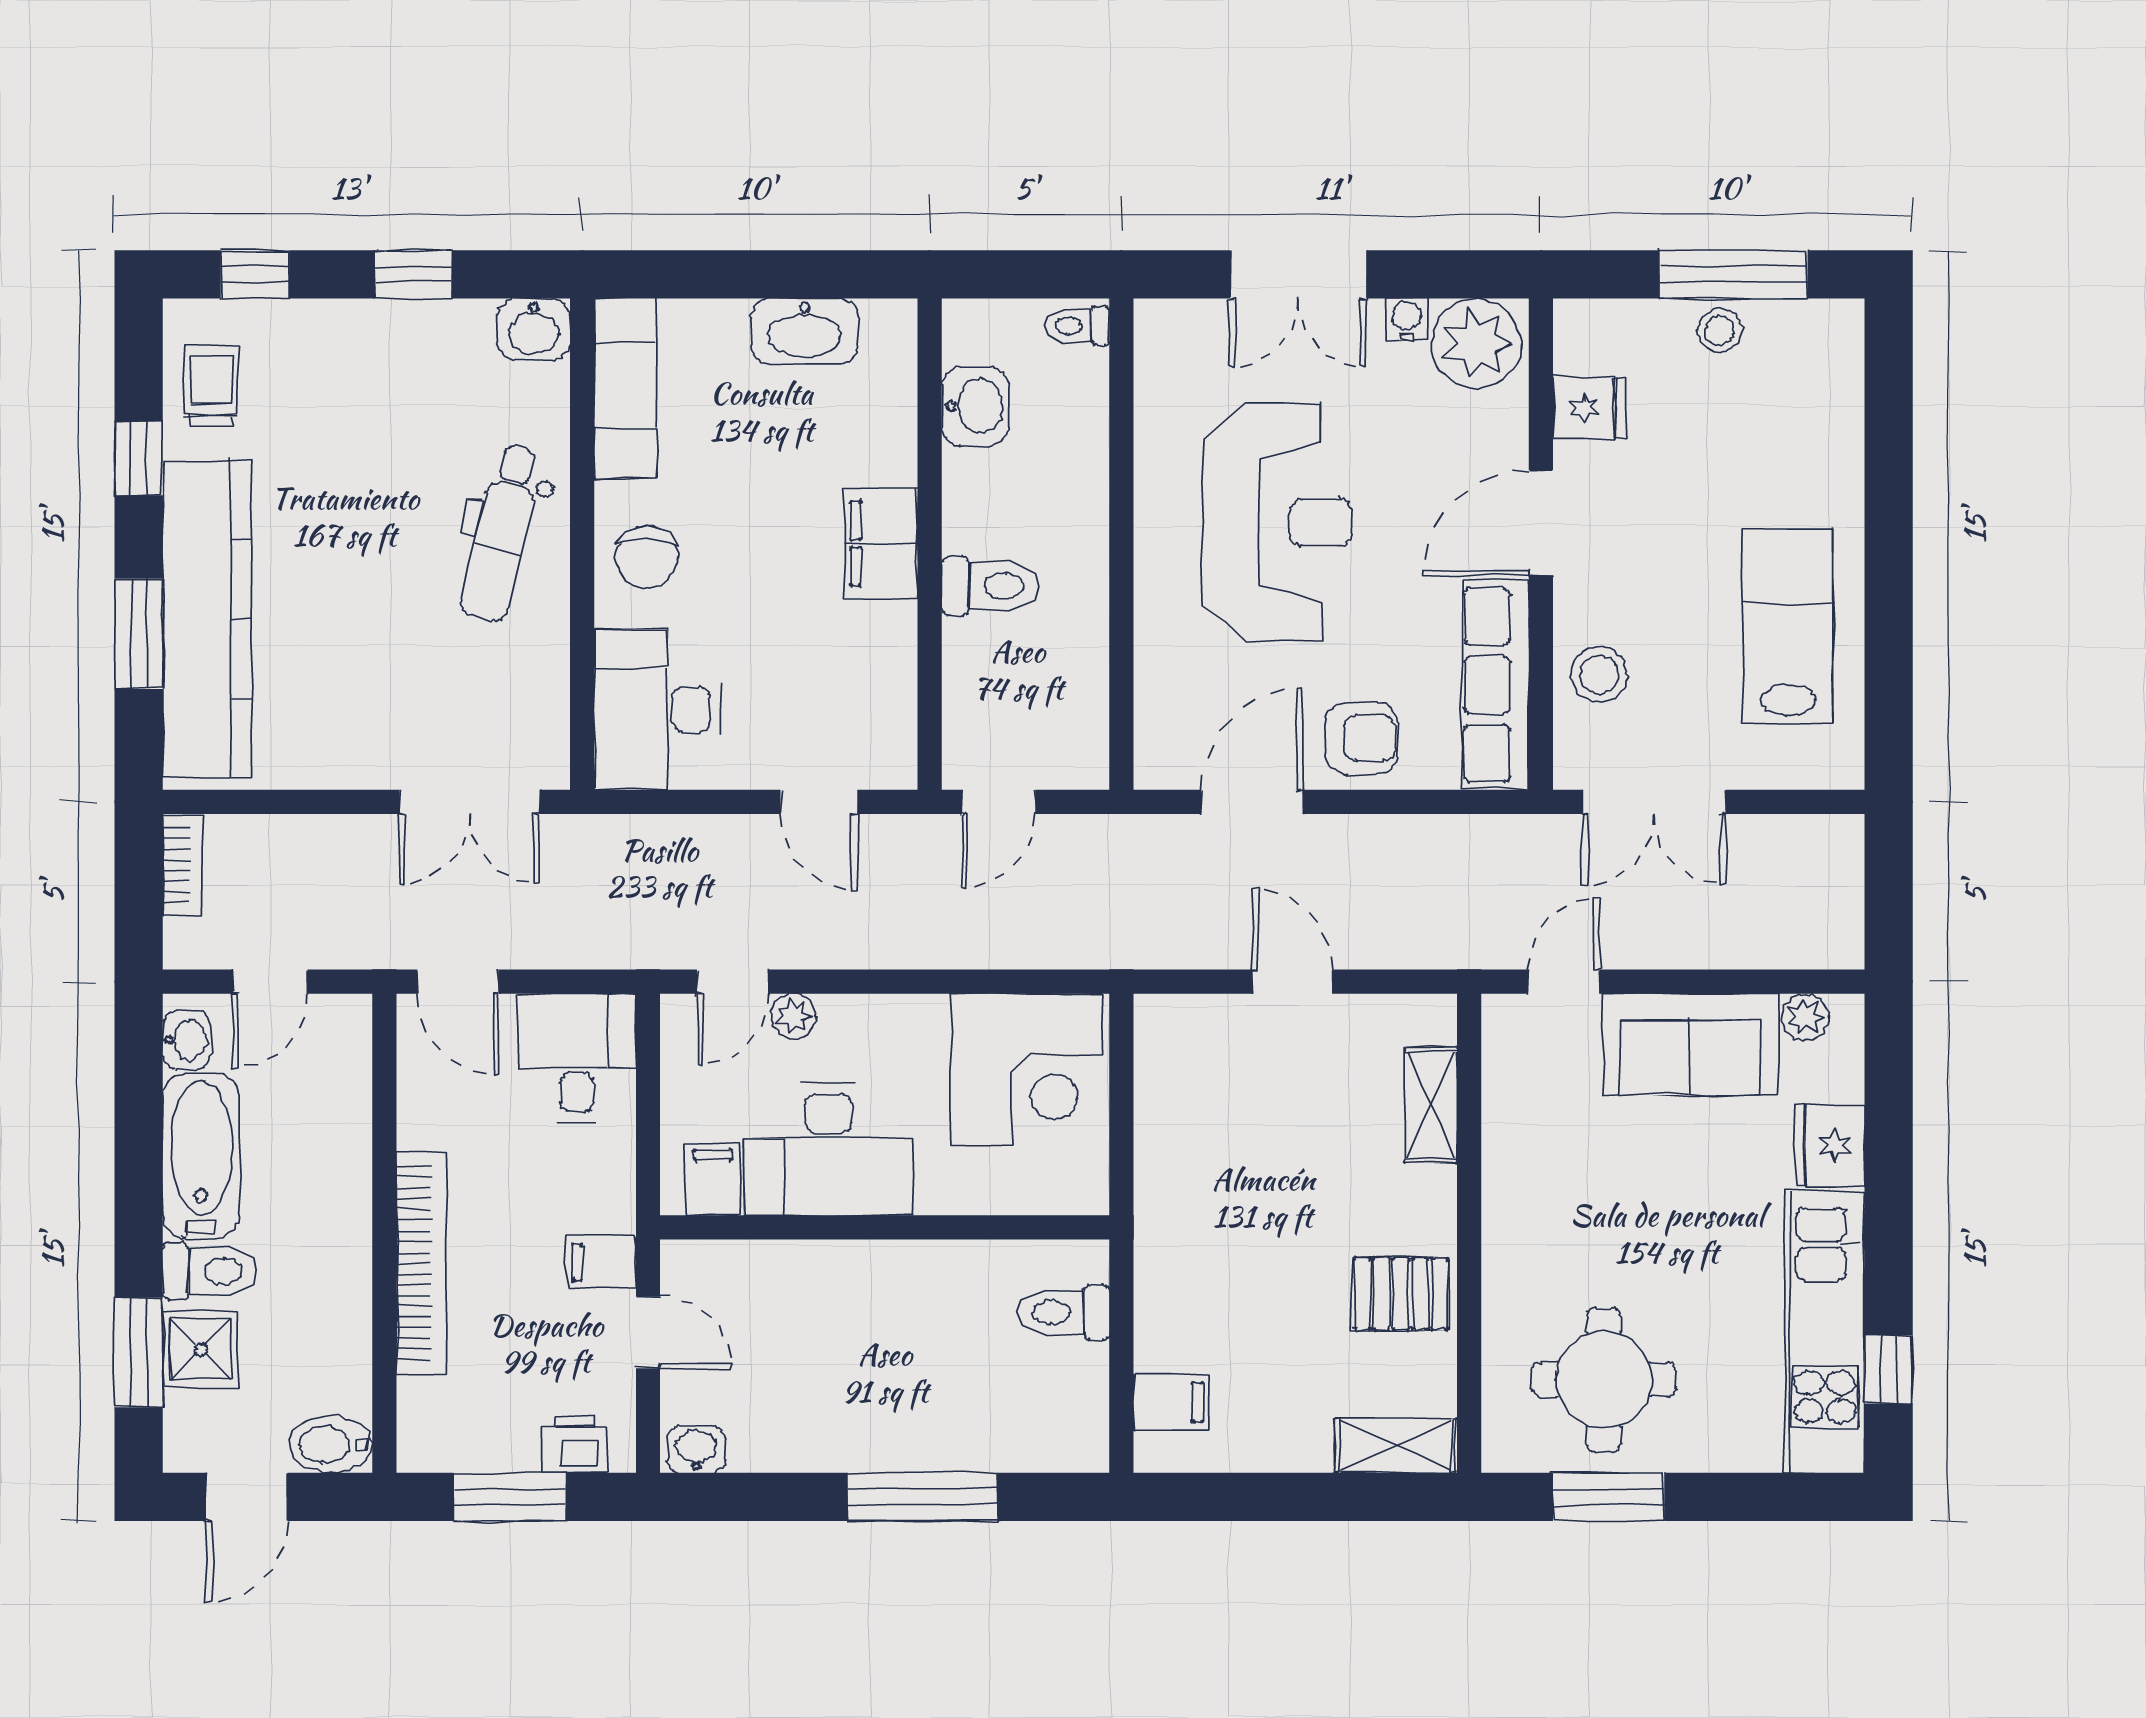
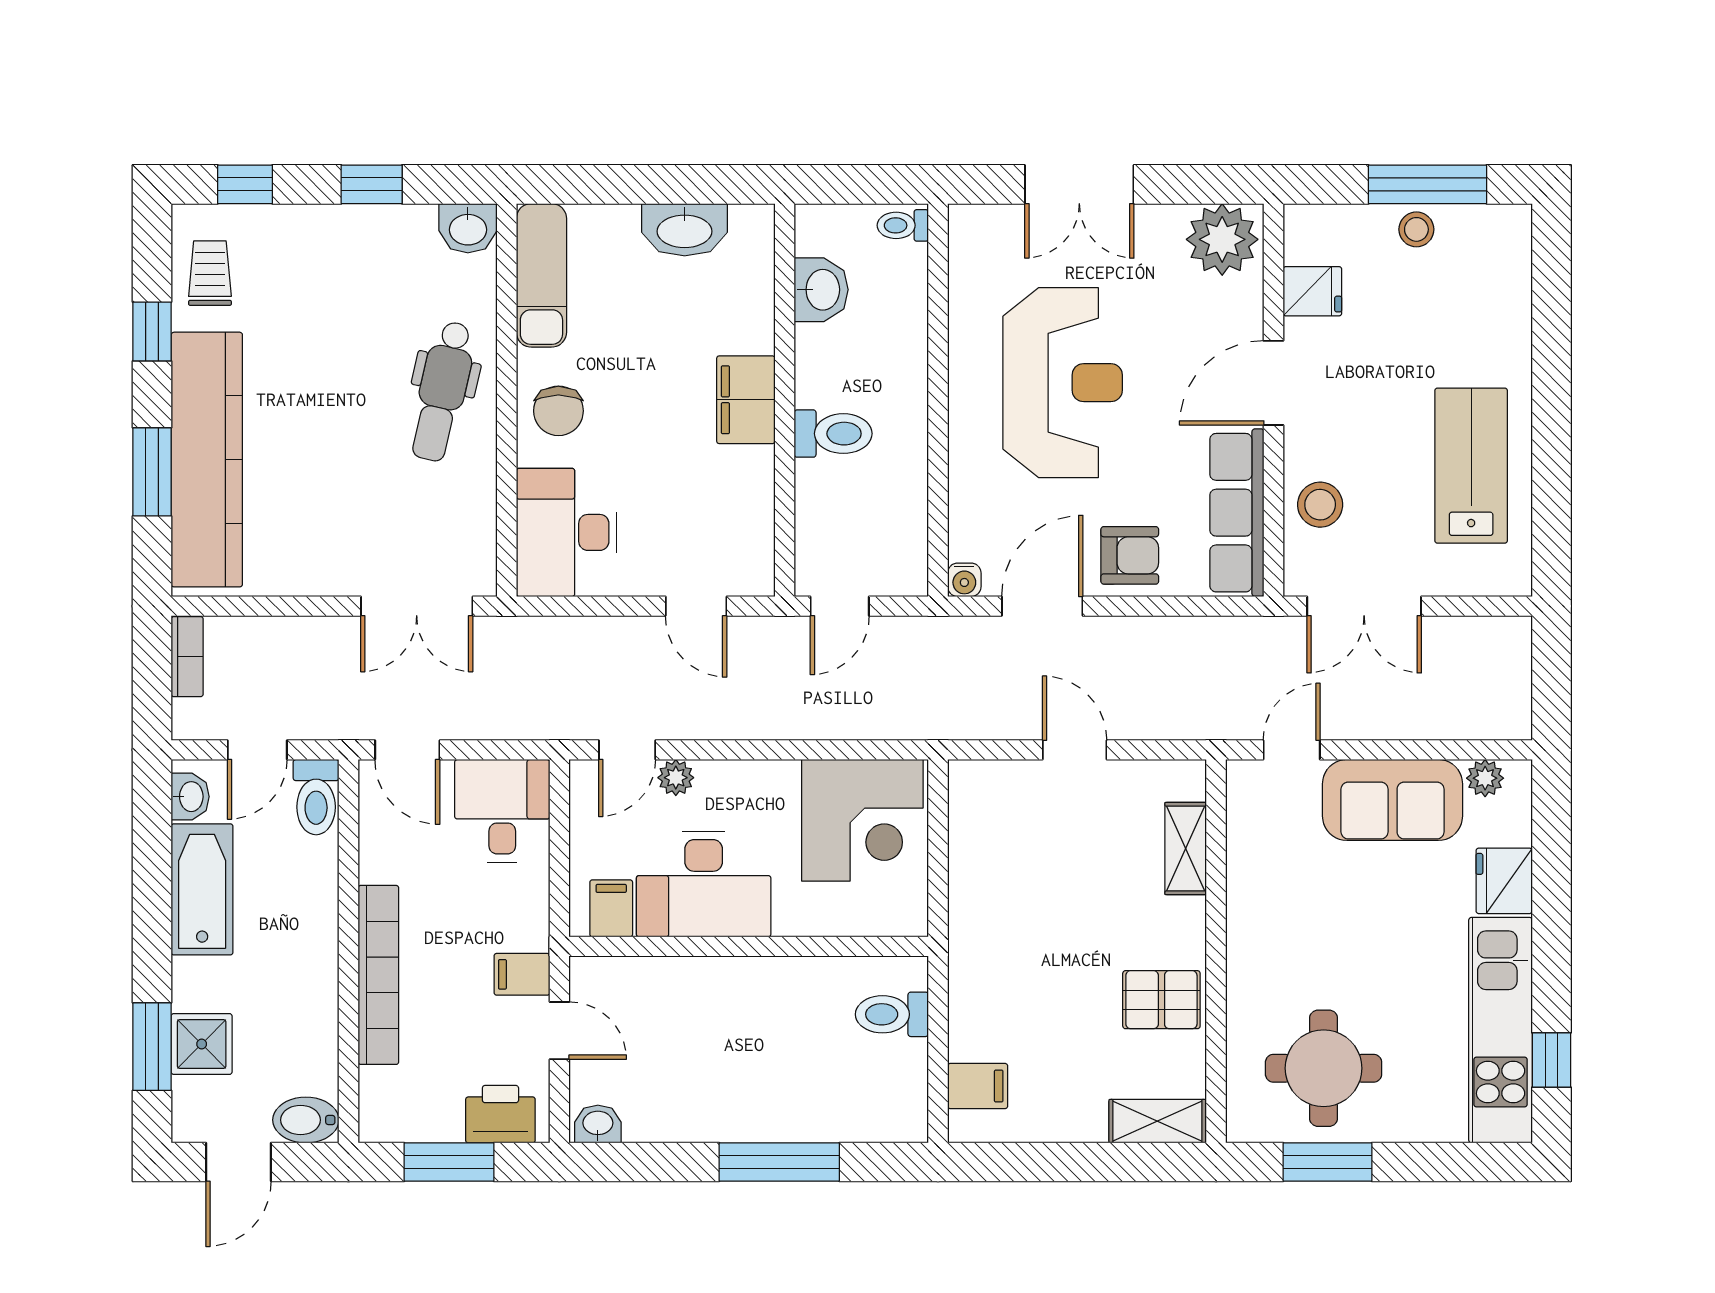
water cooler: (1406, 319) -> (964, 580), moved, turned 180
toilet: (210, 1271) -> (316, 797), moved, turned 90
printer: (574, 1444) -> (500, 1114), width x1.36, depth x1.24

